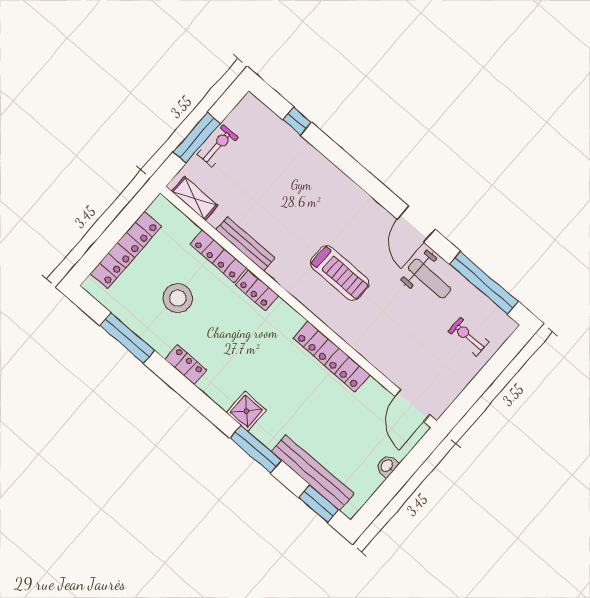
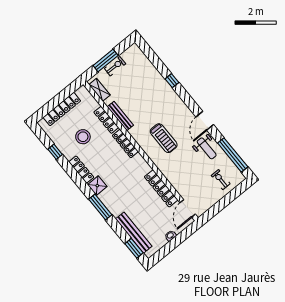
window: (297, 121) -> (172, 81), moved
locker: (257, 290) -> (125, 144), width x1.53
window: (127, 338) -> (55, 152), width x0.46
locker: (331, 356) -> (161, 188), moved
locker: (186, 365) -> (81, 170), width x1.53
shower: (246, 411) -> (97, 186), moved
window: (256, 449) -> (100, 207), moved

